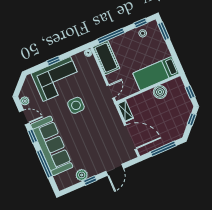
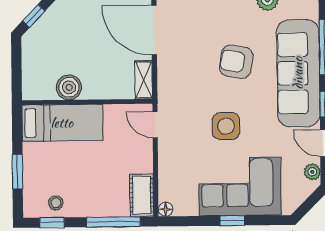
window: (164, 31) -> (18, 172), moved
cot: (106, 58) -> (142, 195), width x0.73, depth x0.75
door: (111, 92) -> (155, 125), hinge flipped
window: (190, 92) -> (16, 65), removed
armchair: (84, 139) -> (236, 62), added

